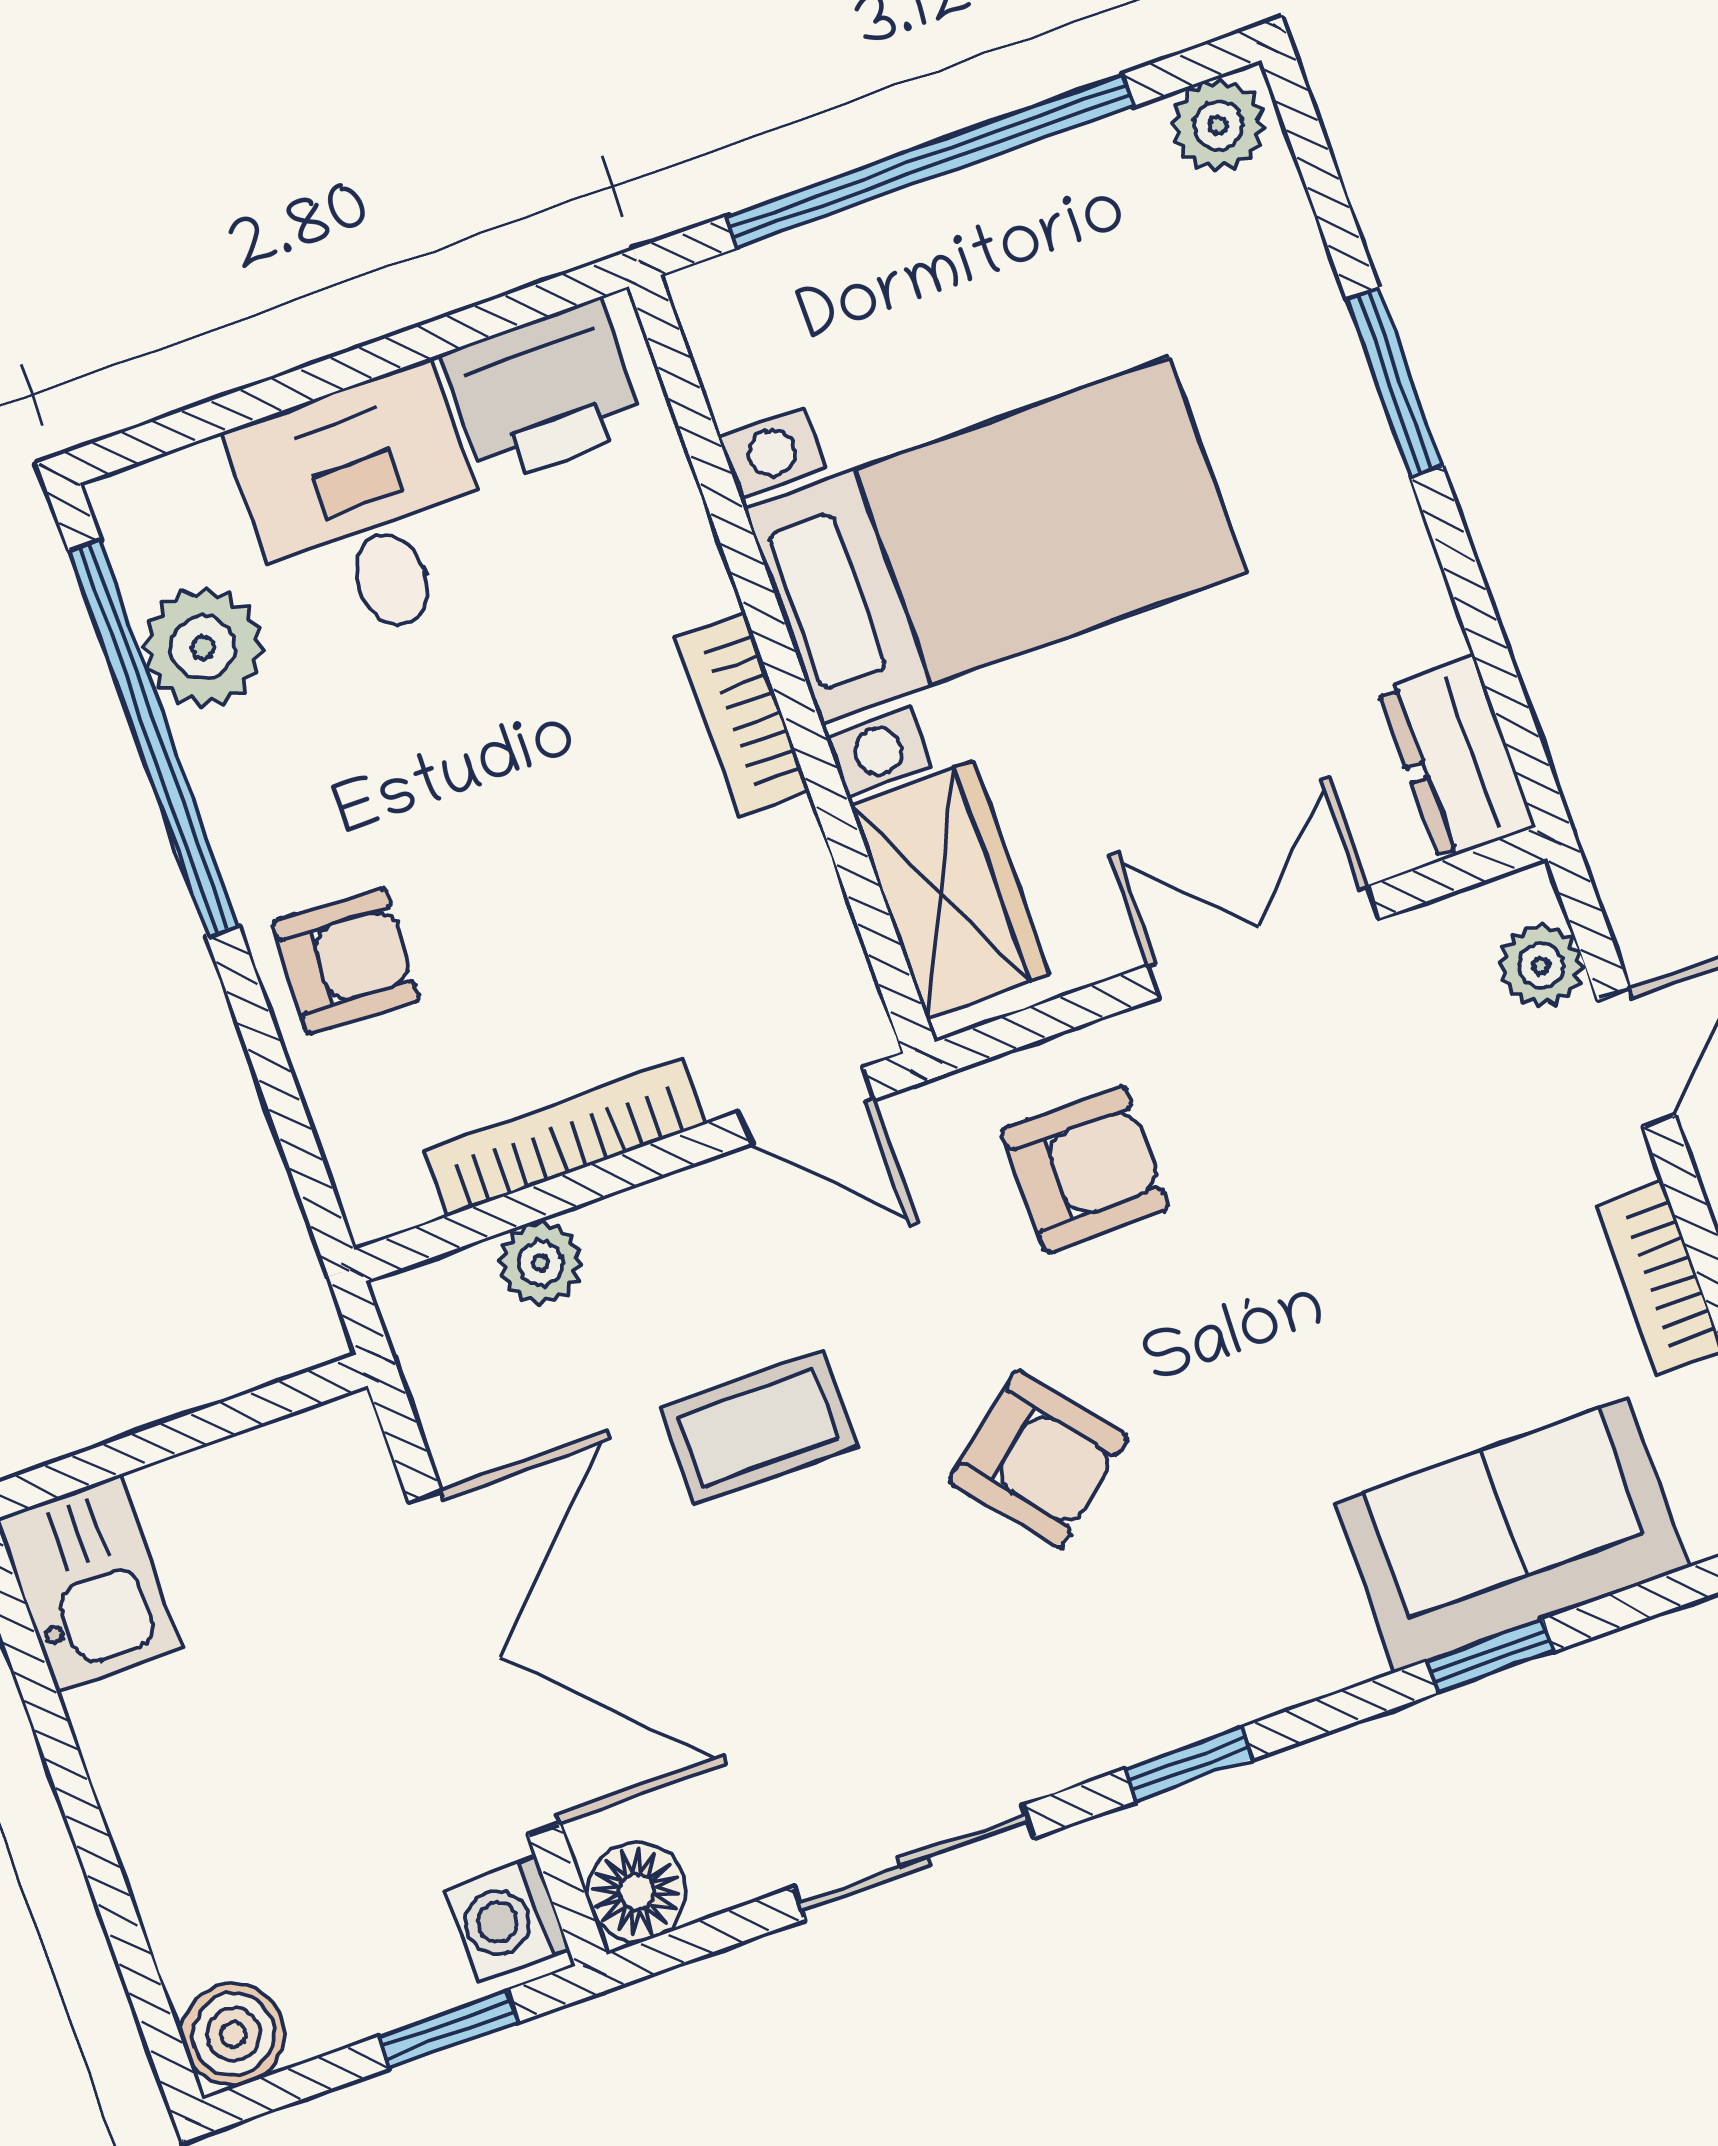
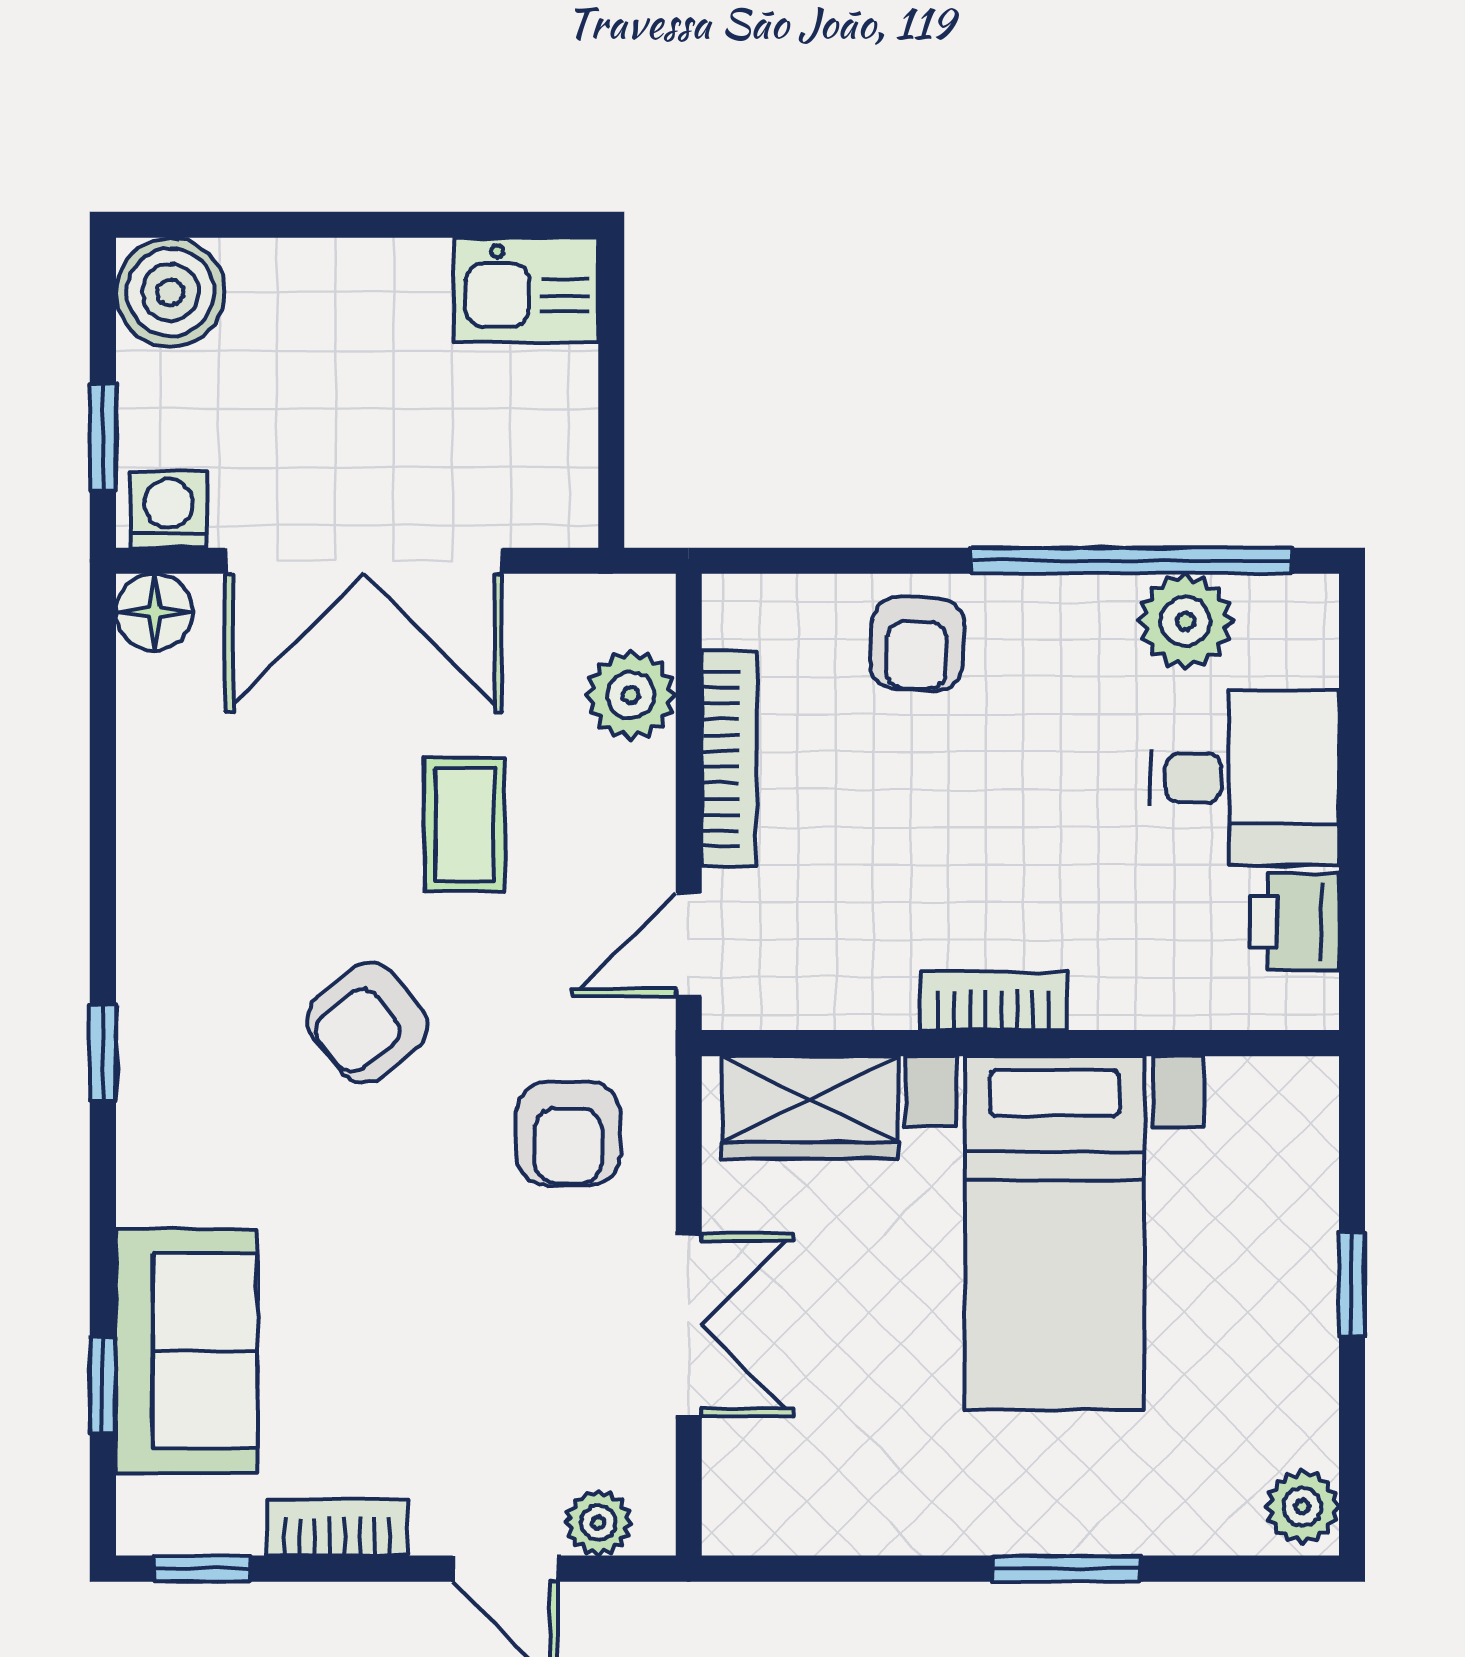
window: (930, 161) -> (1352, 1285), width x0.32
printer: (544, 392) -> (1294, 922), width x0.73, depth x0.81
dresser: (1457, 758) -> (773, 1516), removed
plant: (540, 1263) -> (631, 695), width x1.38, depth x1.38
window: (1490, 1656) -> (103, 1385), moved
sliding door: (914, 1863) -> (103, 824), removed
boiler: (233, 2034) -> (170, 292), width x1.36, depth x1.36

